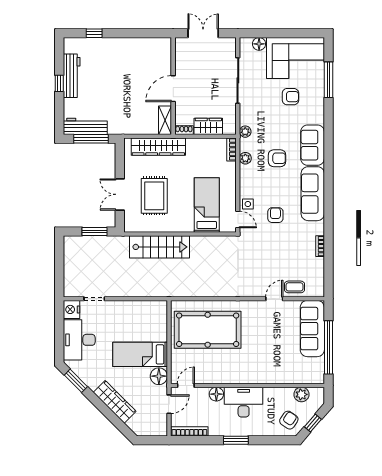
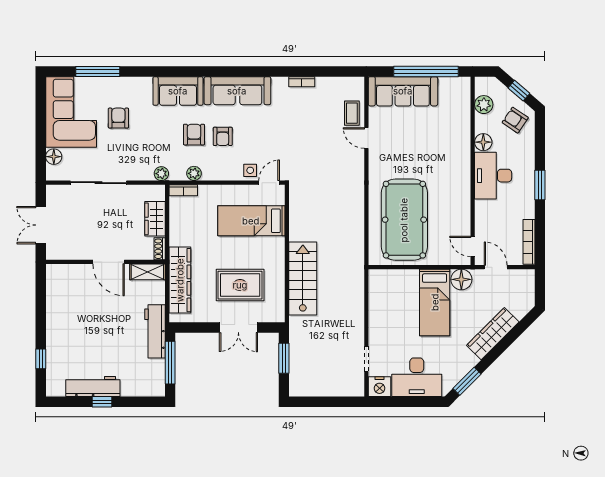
workbench: (85, 126) -> (155, 331), moved
armchair: (275, 215) -> (223, 136), moved, turned -90
floor lamp: (216, 394) -> (483, 142), moved

